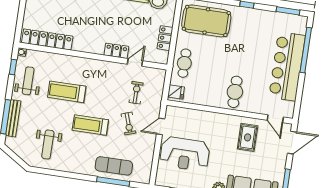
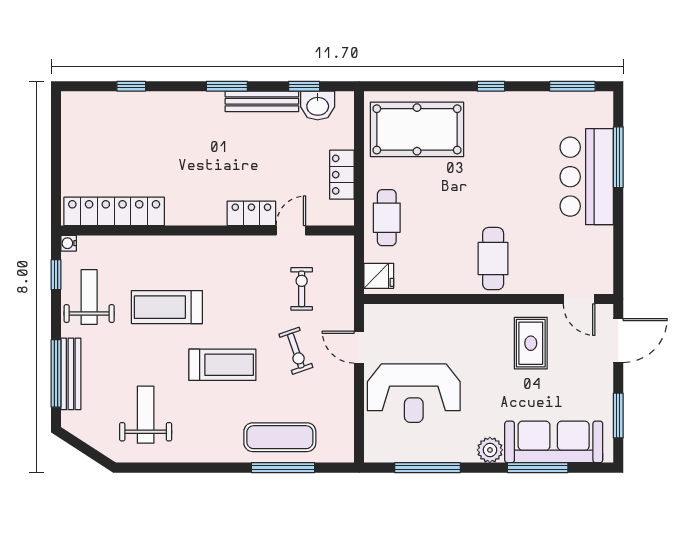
window: (306, 50) -> (618, 157), width x0.68
bar counter: (287, 66) -> (587, 177), width x0.73
treadmill: (90, 125) -> (222, 365), turned 180
door: (161, 126) -> (359, 347), hinge flipped
weight bench: (48, 144) -> (146, 415), turned 180

